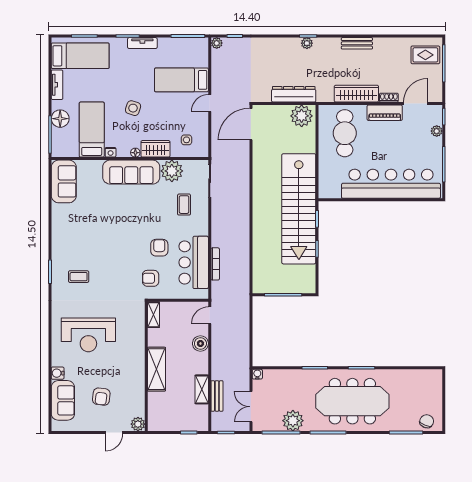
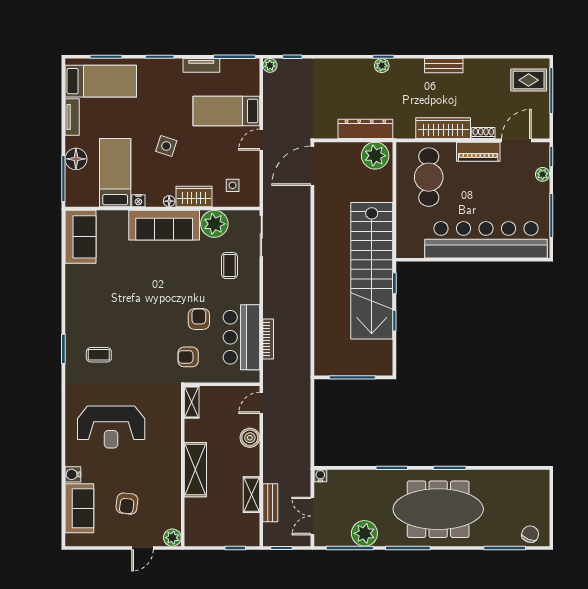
tv unit: (142, 43) -> (201, 65), moved

